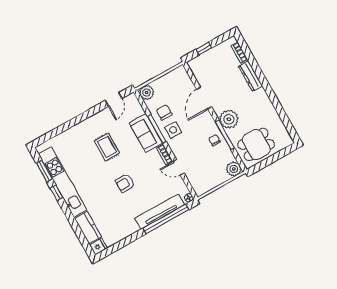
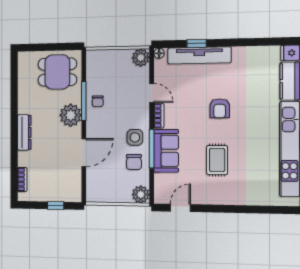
dresser: (250, 76) -> (24, 132), moved
plant: (234, 169) -> (141, 58), moved
armchair: (125, 183) -> (220, 108), turned 90
window: (166, 219) -> (197, 43), width x0.32

